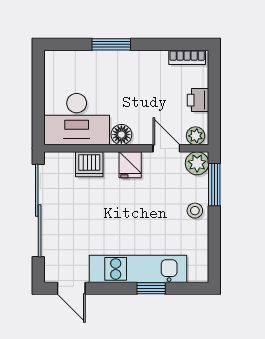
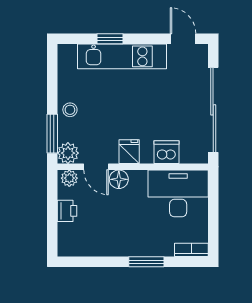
bookcase: (187, 57) -> (191, 250), moved
floor lamp: (121, 135) -> (119, 179), moved

